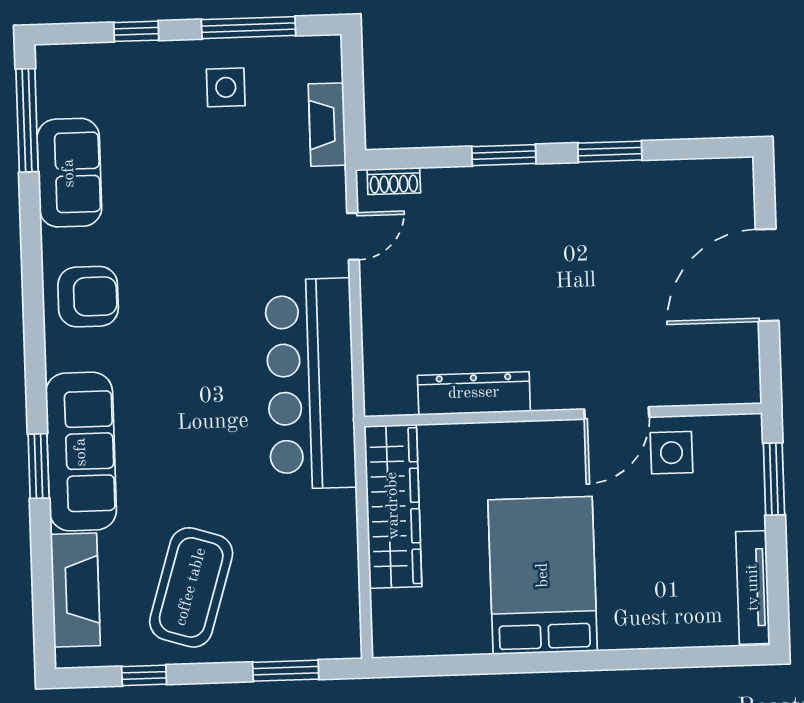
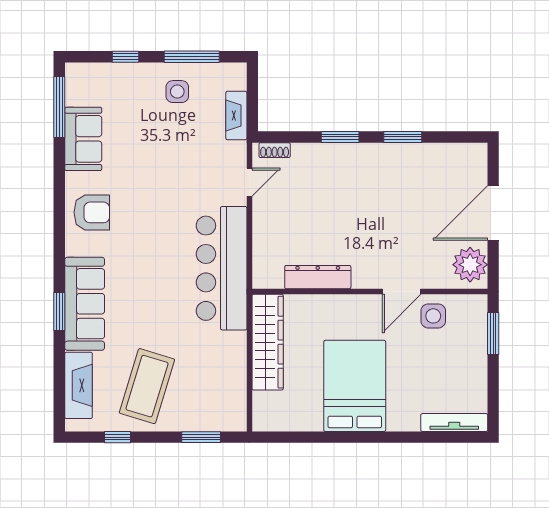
plant: (731, 364) -> (470, 265), added
tv unit: (753, 587) -> (454, 423), moved, turned 90

